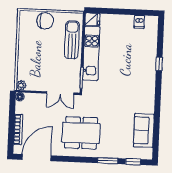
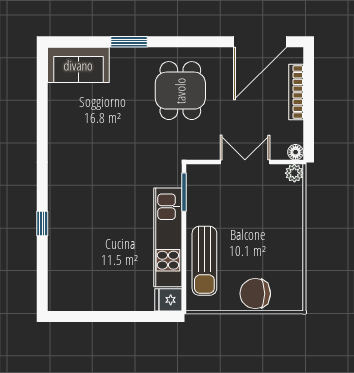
dishwasher: (139, 22) -> (82, 299), removed
double door: (60, 93) -> (245, 162), moved
sofa: (144, 130) -> (78, 65), moved, turned 90
dining table: (81, 133) -> (180, 91), width x0.73
window: (133, 162) -> (82, 42), removed

